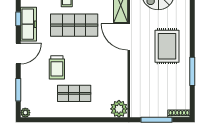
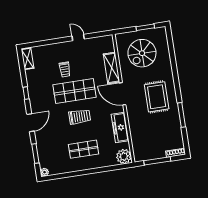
freezer: (28, 24) -> (120, 128), moved, turned 180
trolley: (57, 67) -> (80, 117), moved, turned -90

